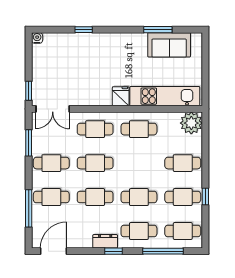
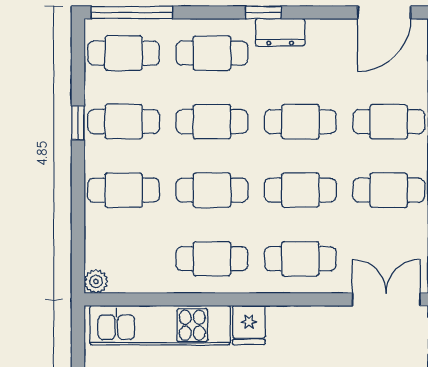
plant: (191, 123) -> (96, 281), width x0.53, depth x0.53
cafe table: (139, 163) -> (212, 190), added
window: (163, 251) -> (132, 12), moved

